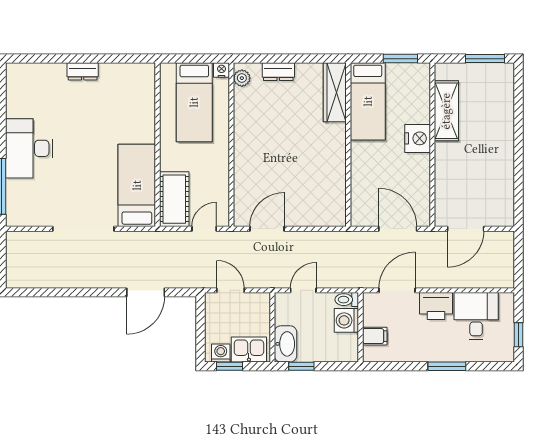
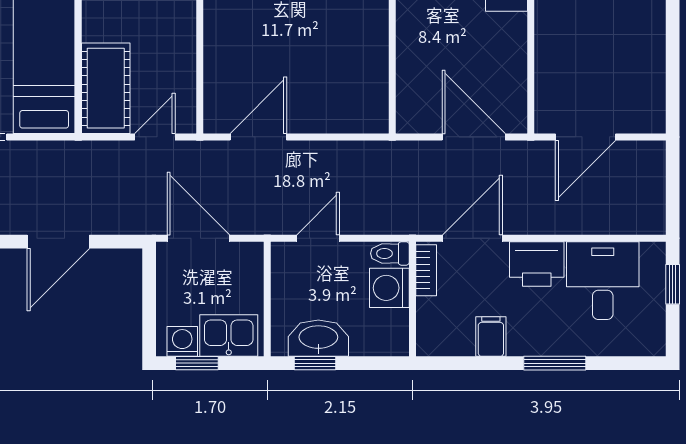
door: (231, 290) -> (198, 238), width x1.38
bookcase: (369, 310) -> (426, 270), added
window: (518, 335) -> (673, 284), moved
filing cabinet: (375, 336) -> (491, 337), moved, turned -90
washbasin: (286, 344) -> (318, 338), moved, turned -90

